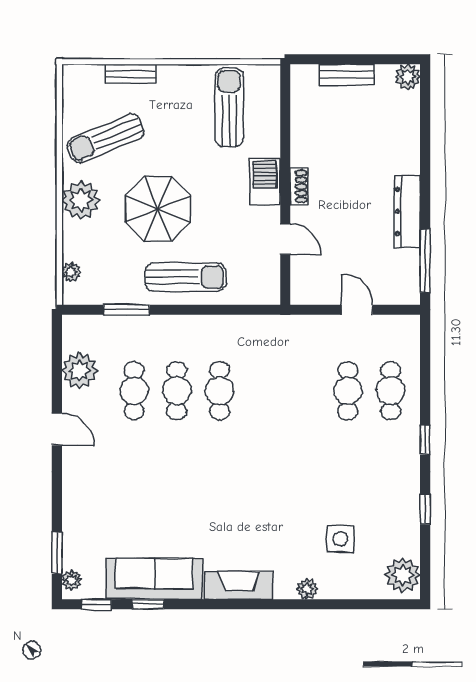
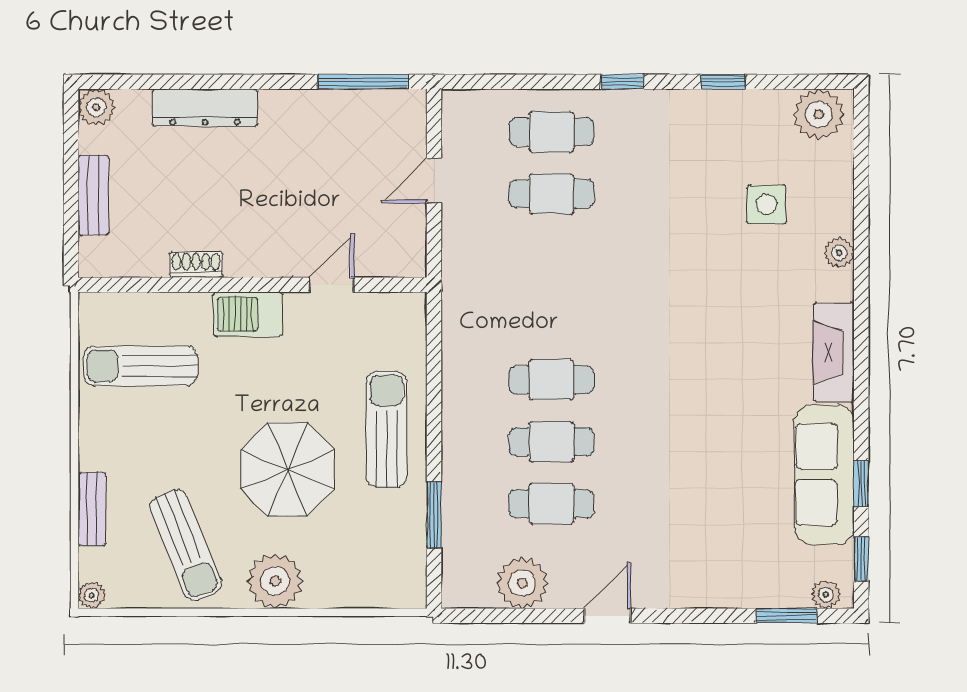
shoe rack: (299, 186) -> (196, 265), moved
dresser: (407, 211) -> (205, 108), moved
plant: (71, 272) -> (92, 595), moved

